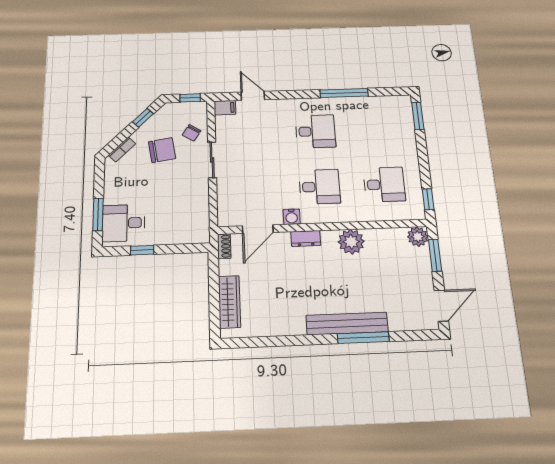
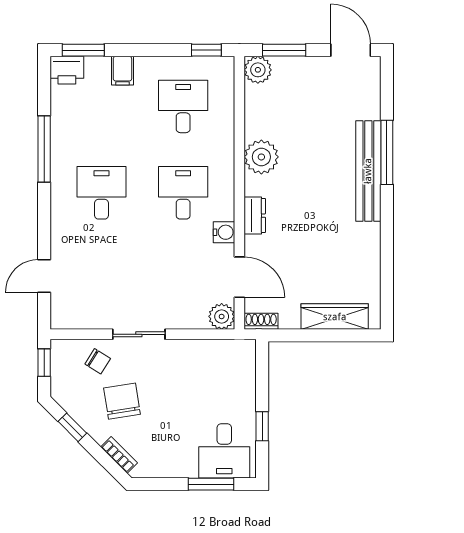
printer: (402, 106) -> (67, 70), added
filing cabinet: (225, 108) -> (122, 71), moved, turned 180
plant: (227, 217) -> (222, 316), added

